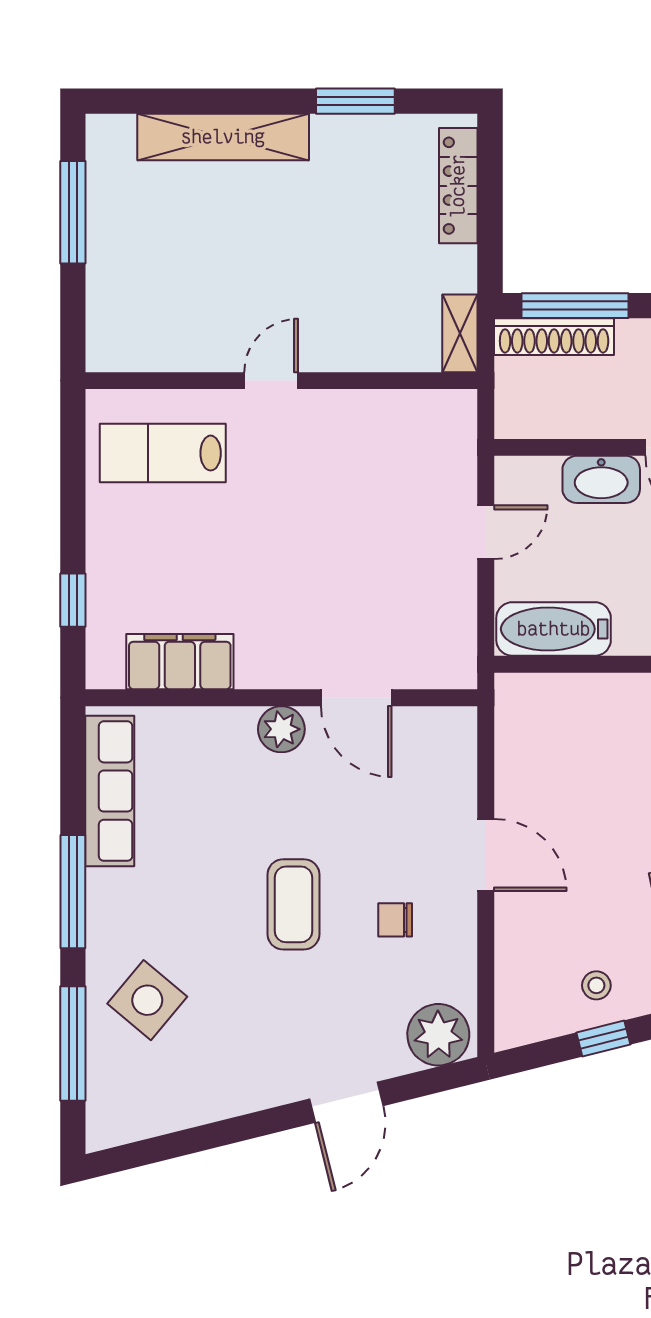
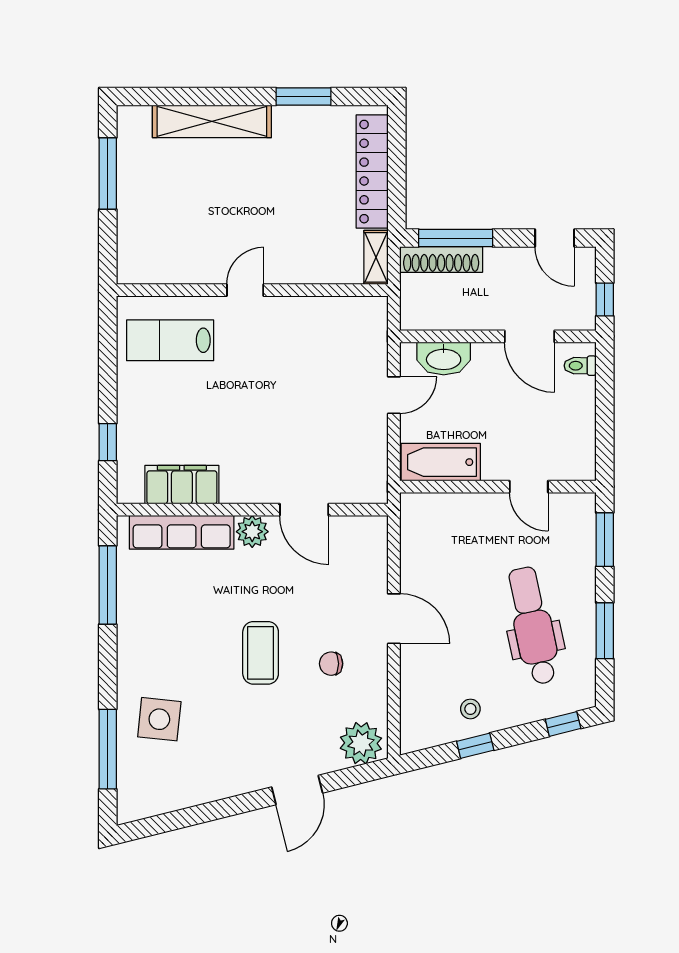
locker: (458, 186) -> (372, 172), width x1.41, depth x1.21
washbasin: (601, 479) -> (444, 358), moved
row of seats: (110, 791) -> (182, 532), moved, turned 90
window: (73, 892) -> (108, 585), moved
side table: (147, 1000) -> (159, 719), turned -34

